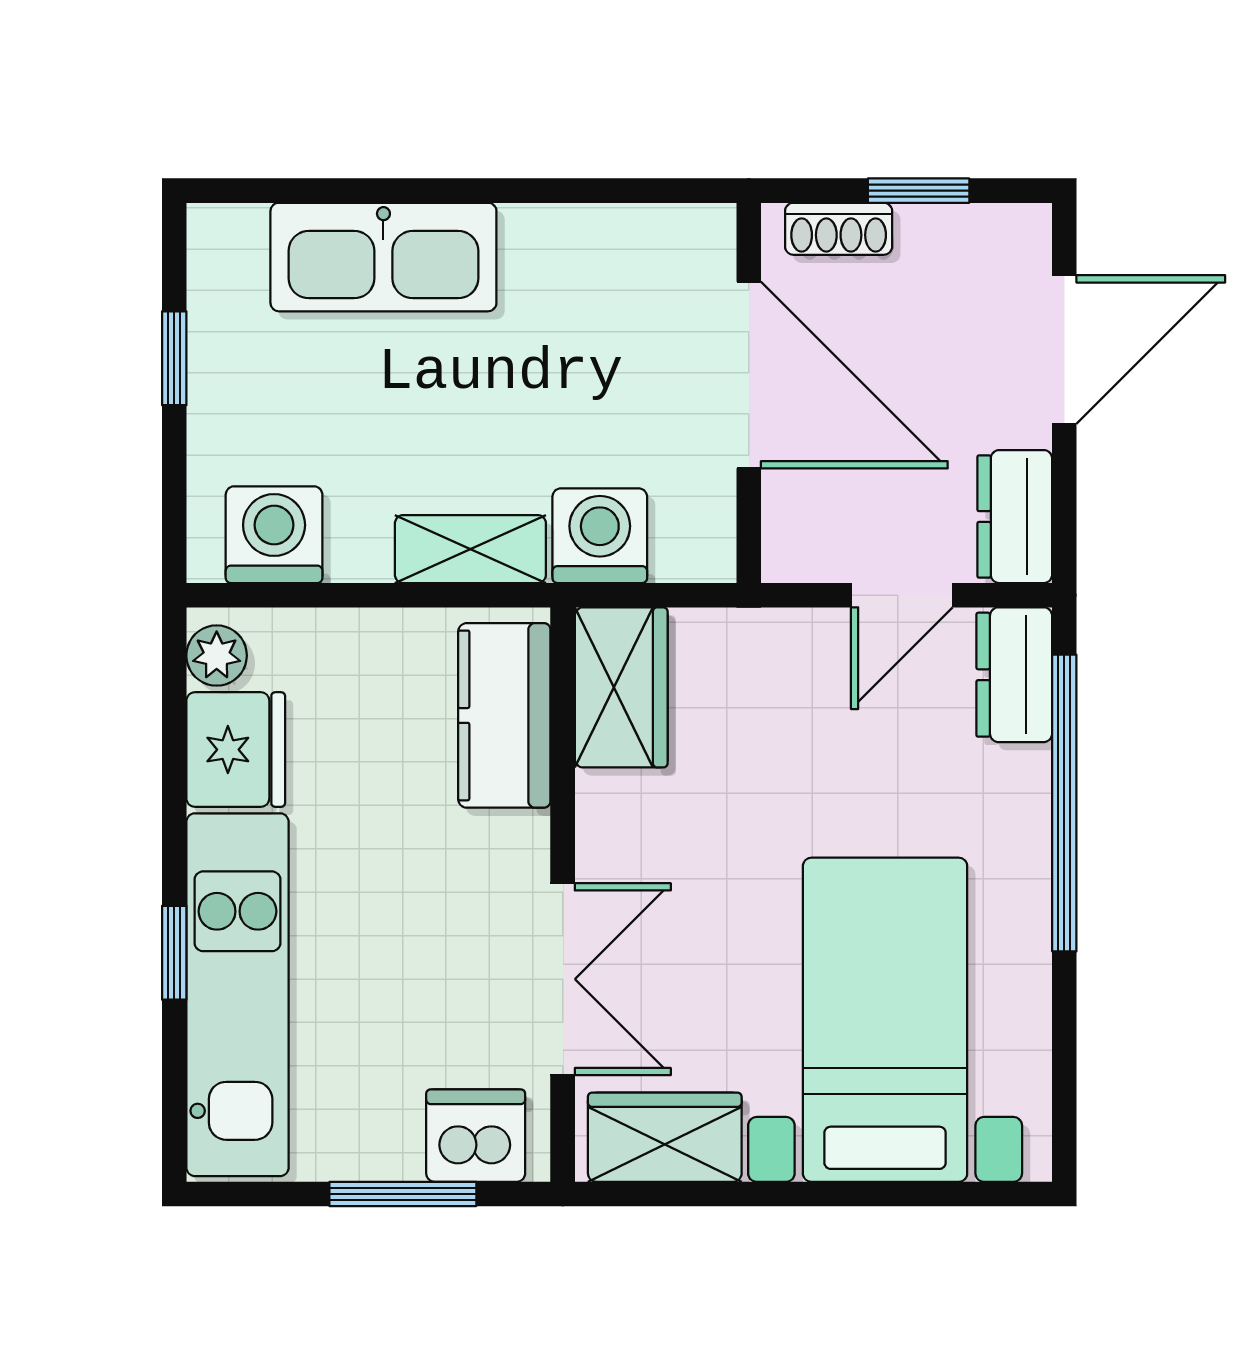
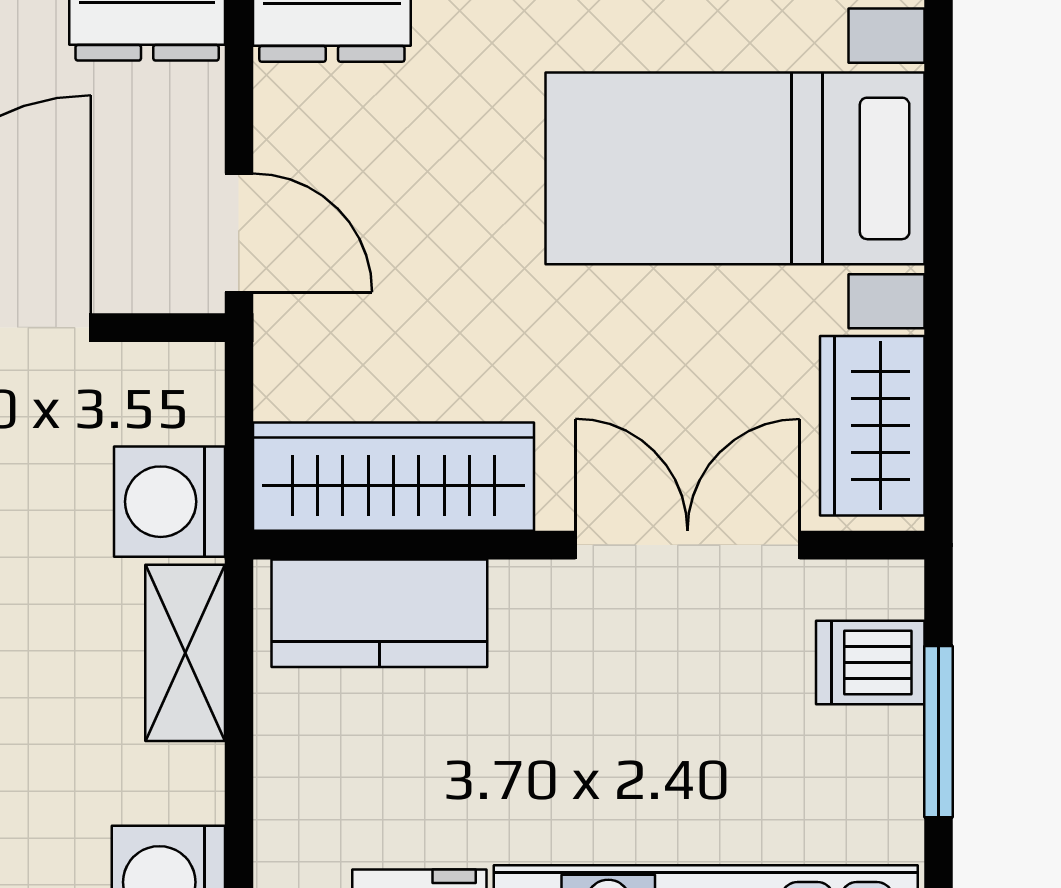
door: (902, 595) -> (239, 233), moved
wardrobe: (621, 687) -> (393, 477), width x1.50
dishwasher: (476, 1136) -> (870, 662), width x0.73

